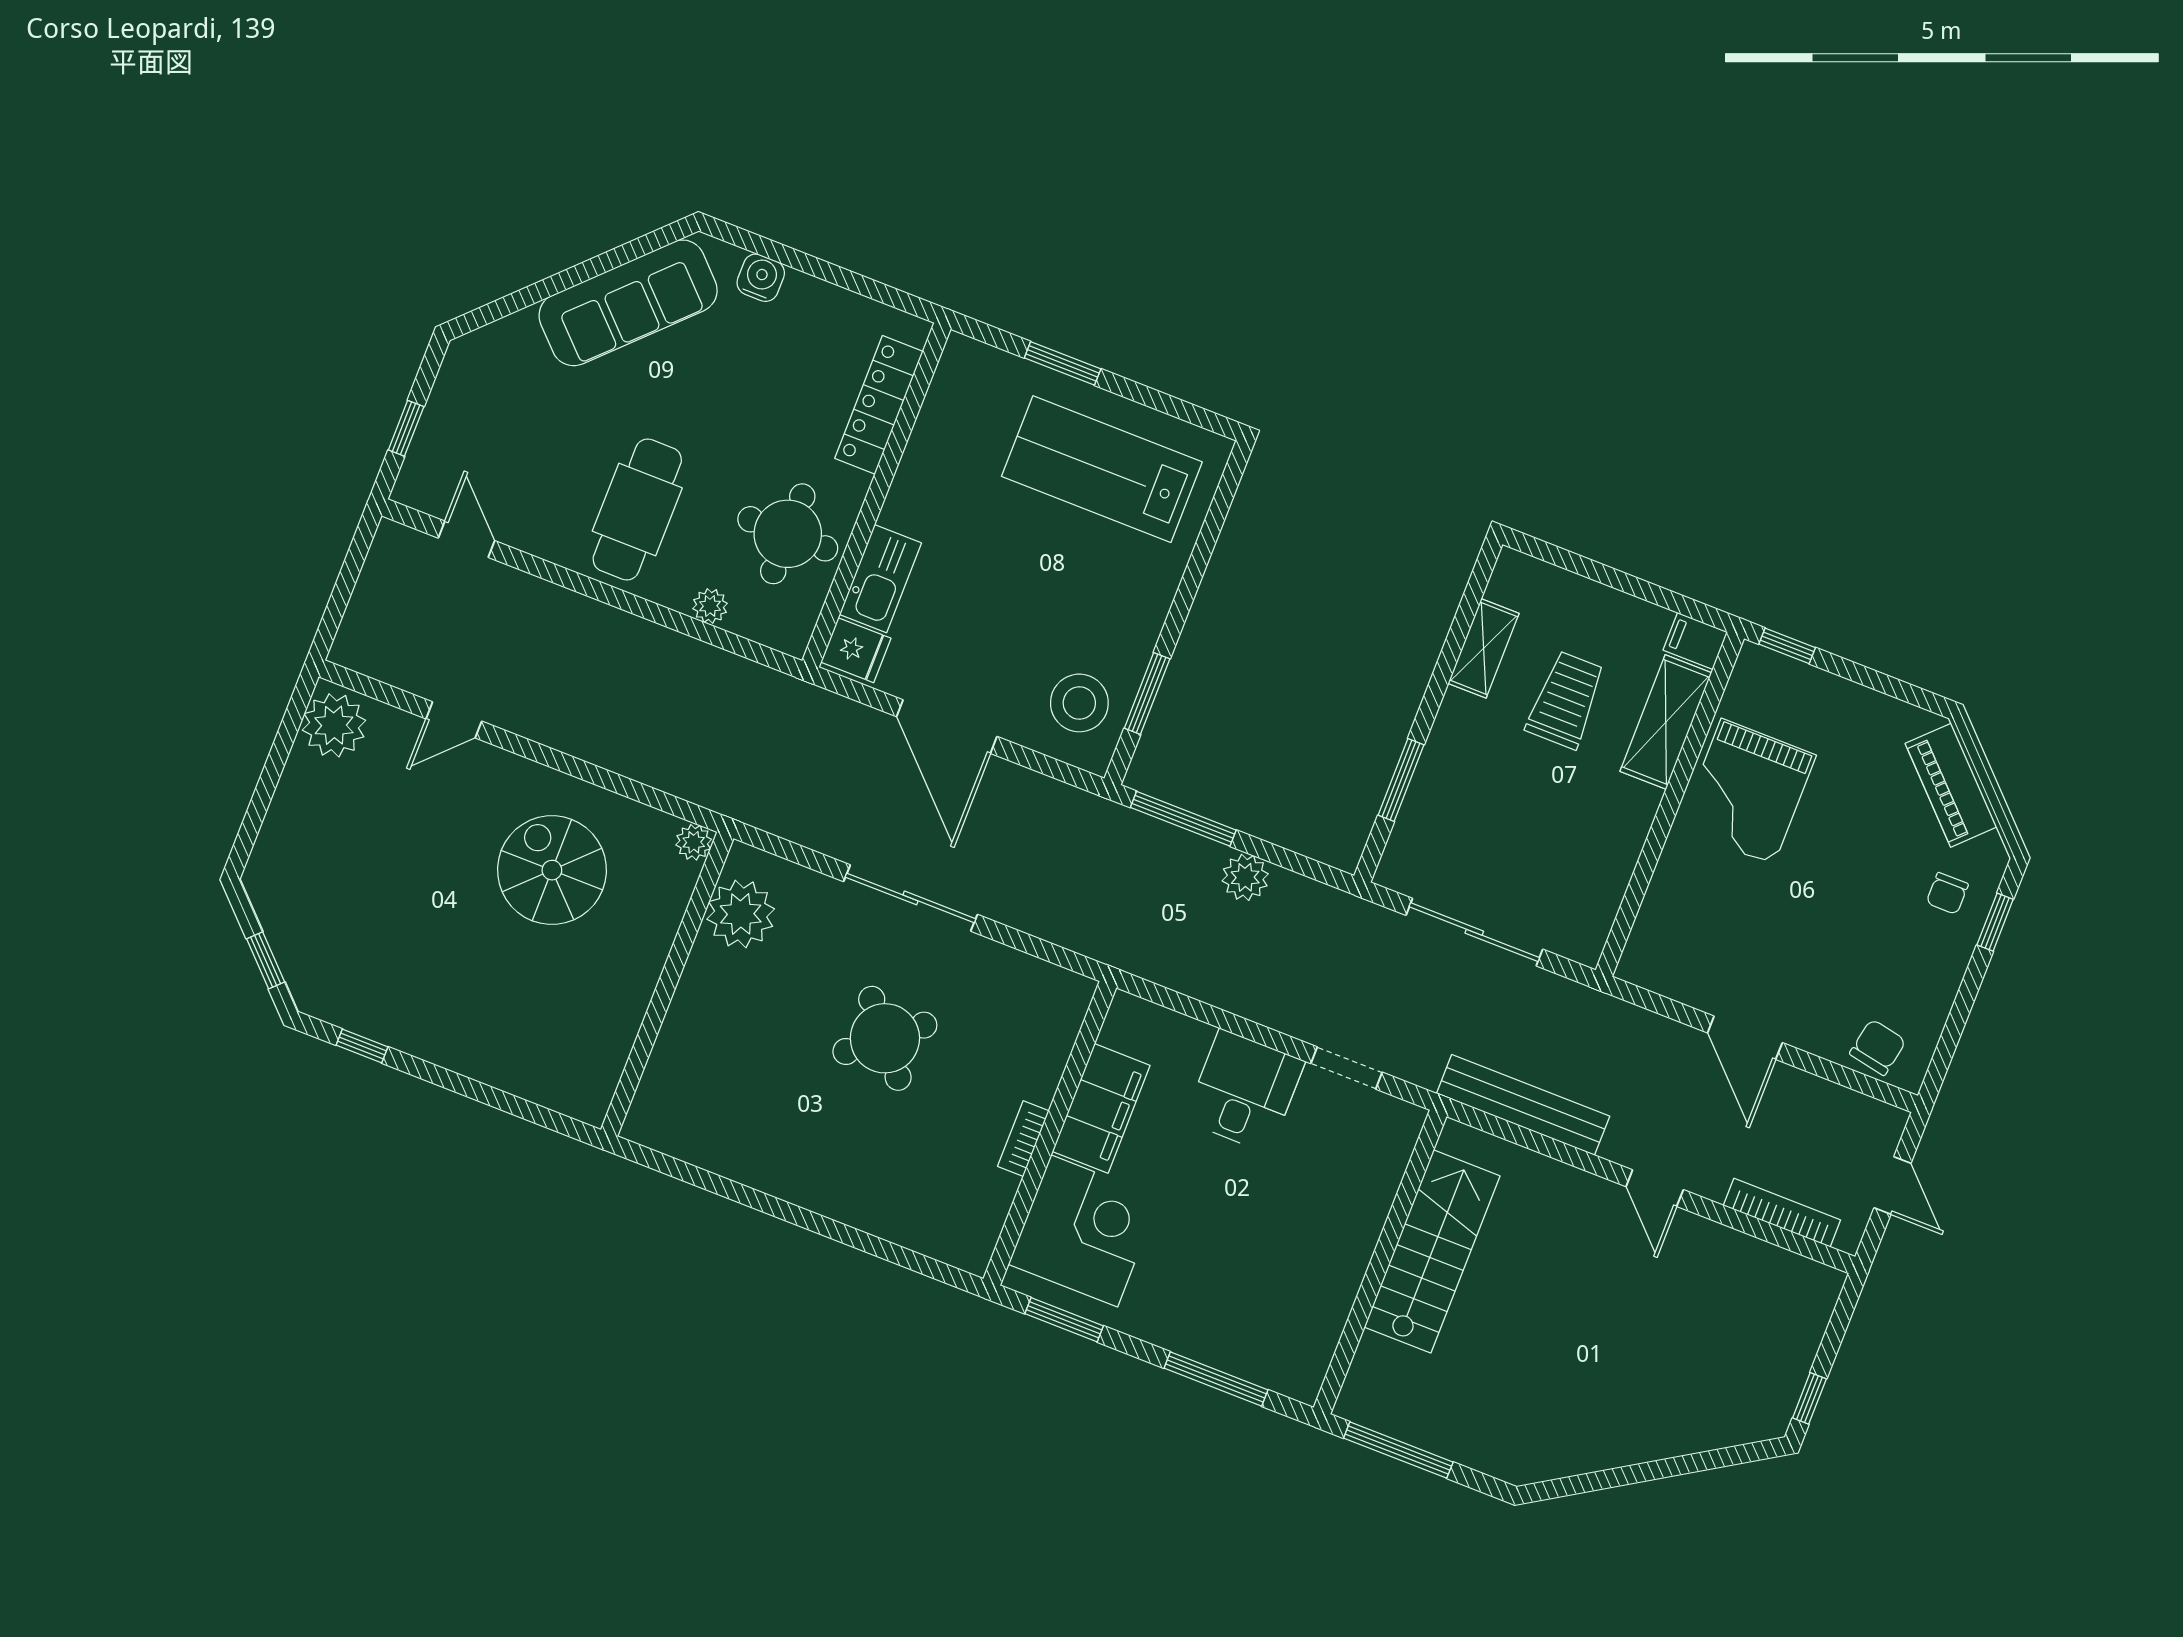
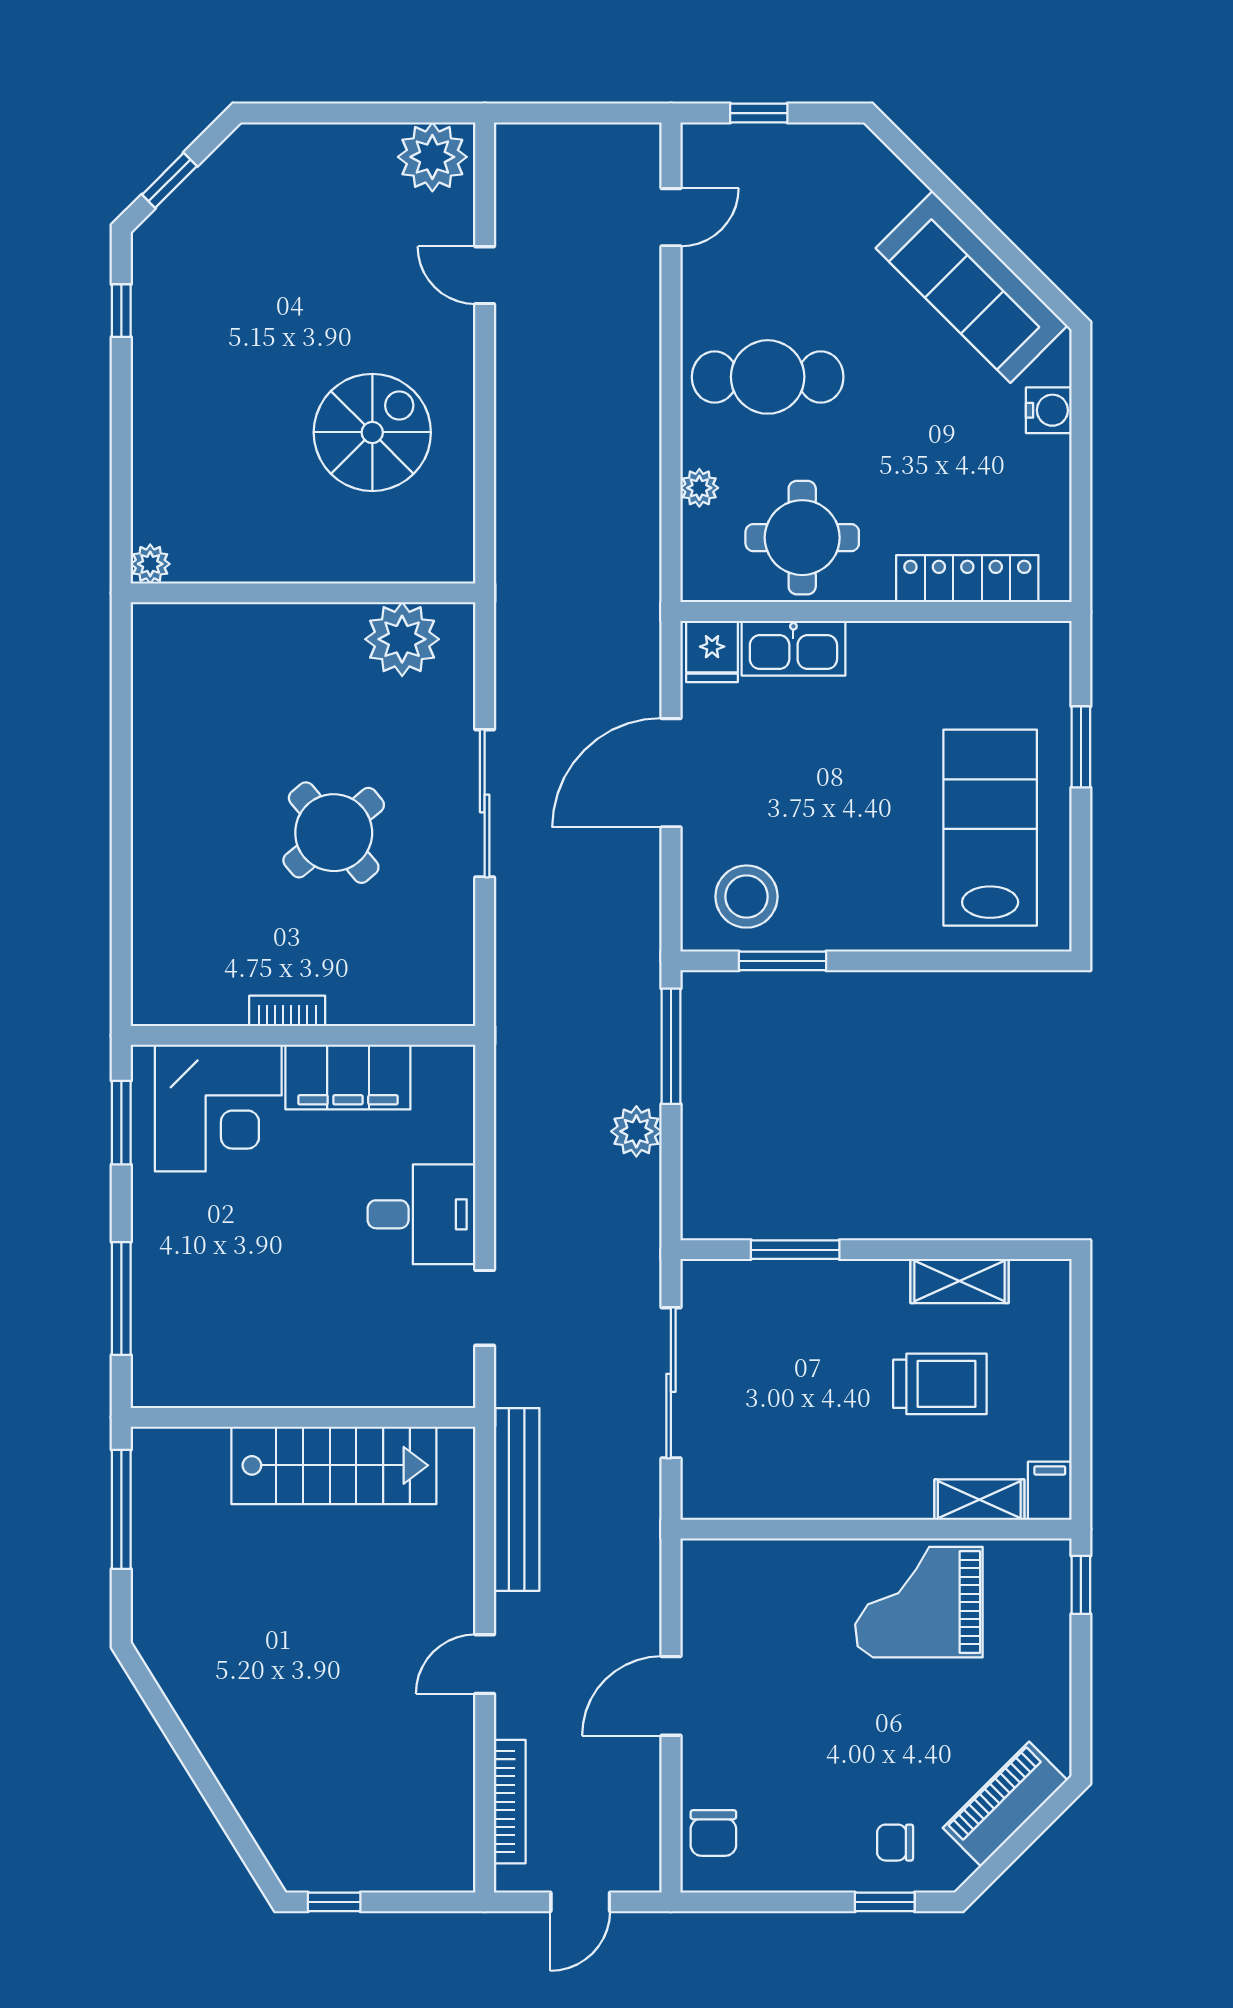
shelving: (1666, 722) -> (979, 1500), width x0.67, depth x0.75
plant: (694, 842) -> (150, 564), moved
chair: (1878, 1047) -> (713, 1833), turned 79

